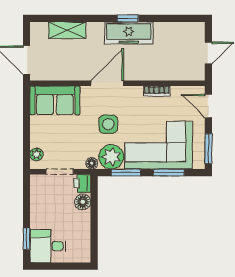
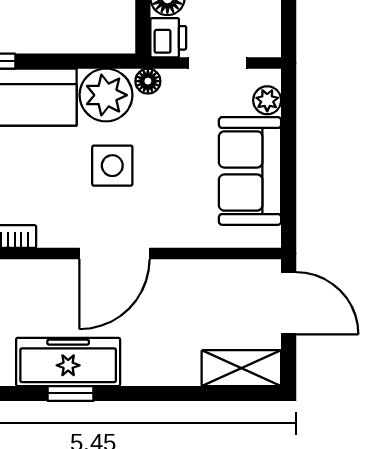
shelving: (67, 30) -> (241, 368), moved
sofa: (55, 100) -> (250, 171), moved, turned -90
window: (126, 173) -> (74, 61), removed

